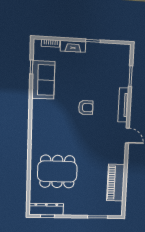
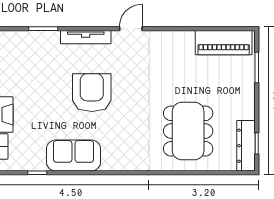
sofa: (43, 80) -> (74, 155), moved
armchair: (86, 108) -> (92, 93), width x1.88, depth x1.88
piano: (116, 183) -> (224, 43), moved

